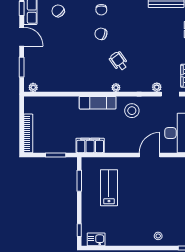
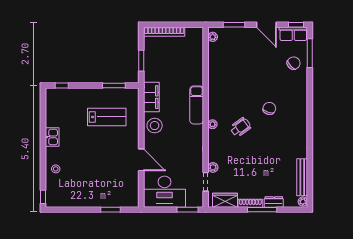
chair: (101, 10) -> (295, 109), removed
door: (22, 37) -> (266, 25), hinge flipped
stool: (132, 111) -> (155, 126), moved
kitchen sink: (96, 239) -> (52, 137), moved

